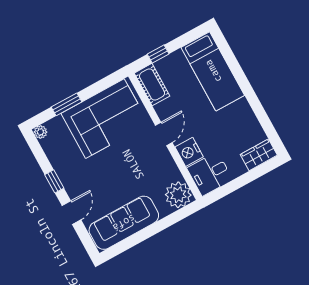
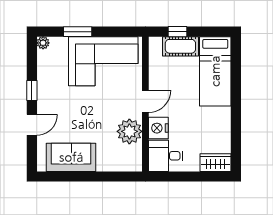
cot: (152, 85) -> (180, 46), moved, turned 90
plant: (178, 195) -> (129, 131), moved
sofa: (124, 223) -> (71, 157), width x0.73

